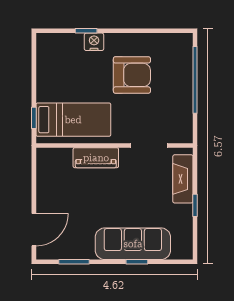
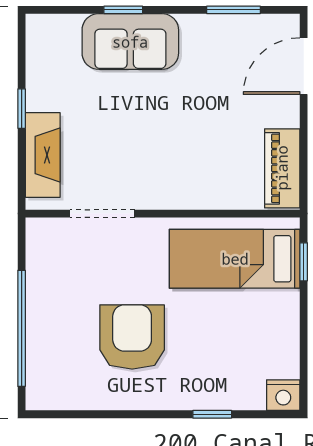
nightstand: (94, 42) -> (283, 395), moved
armchair: (132, 75) -> (132, 337), turned 90
piano: (96, 158) -> (282, 168), moved, turned -90
sofa: (133, 244) -> (130, 42), width x0.73

